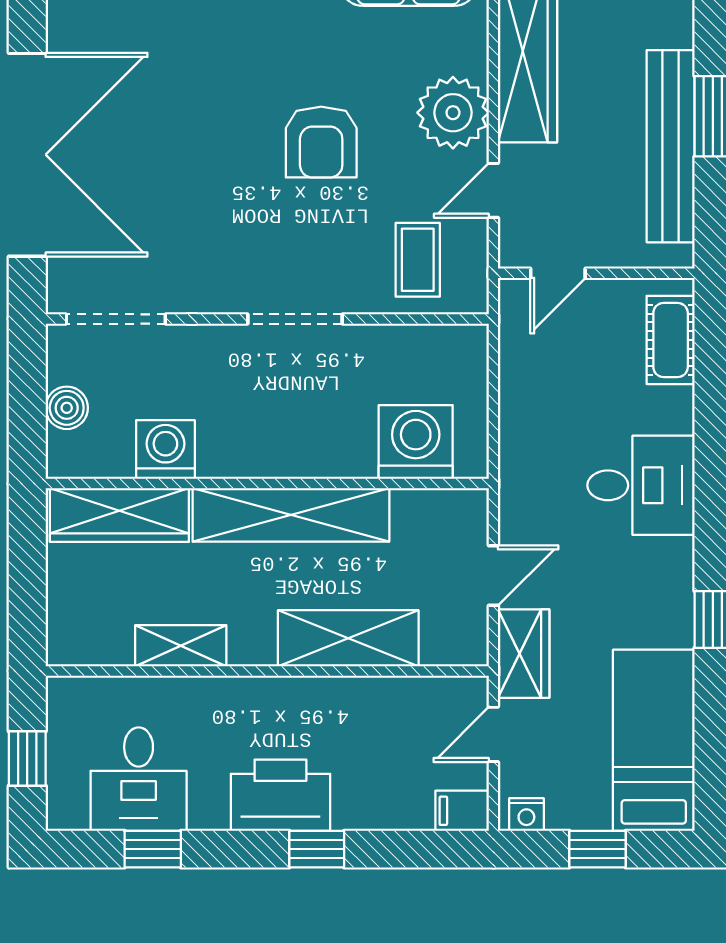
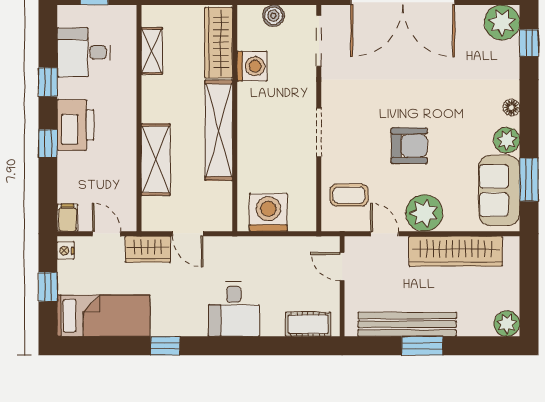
armchair: (321, 142) -> (409, 146), turned 180
washing machine: (416, 442) -> (268, 212), moved, turned -90
shelving: (181, 646) -> (152, 51), moved
window: (153, 849) -> (48, 82), moved

